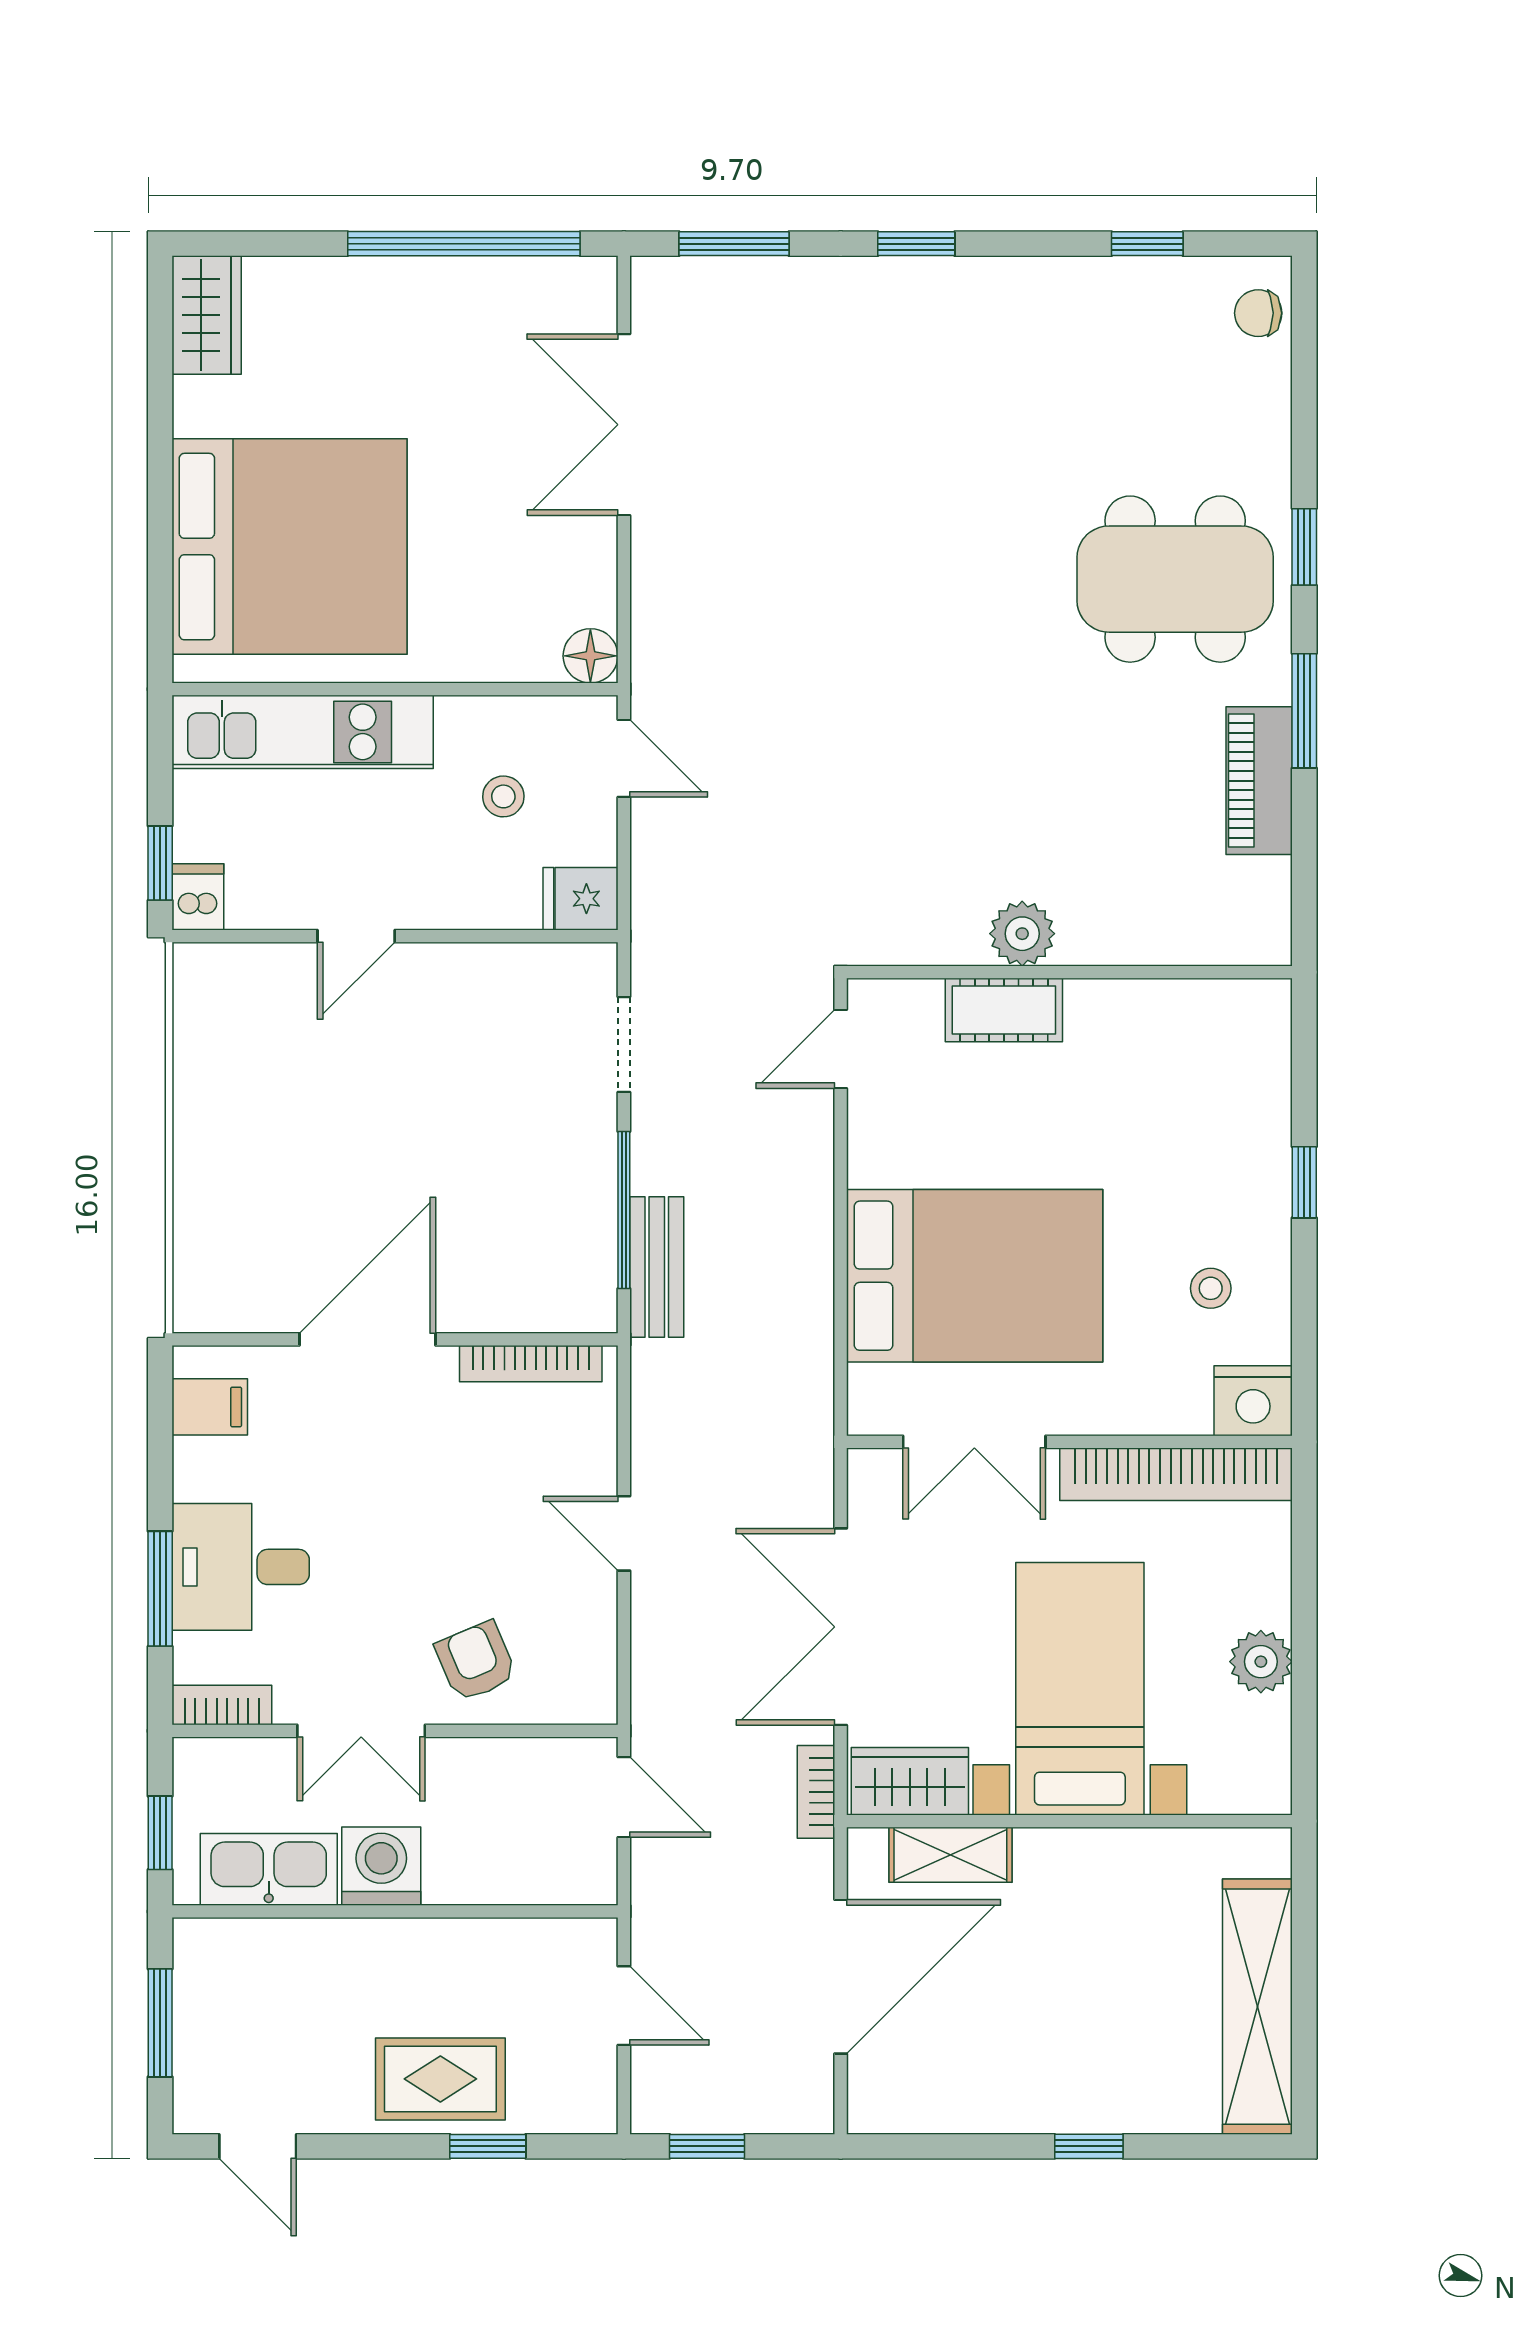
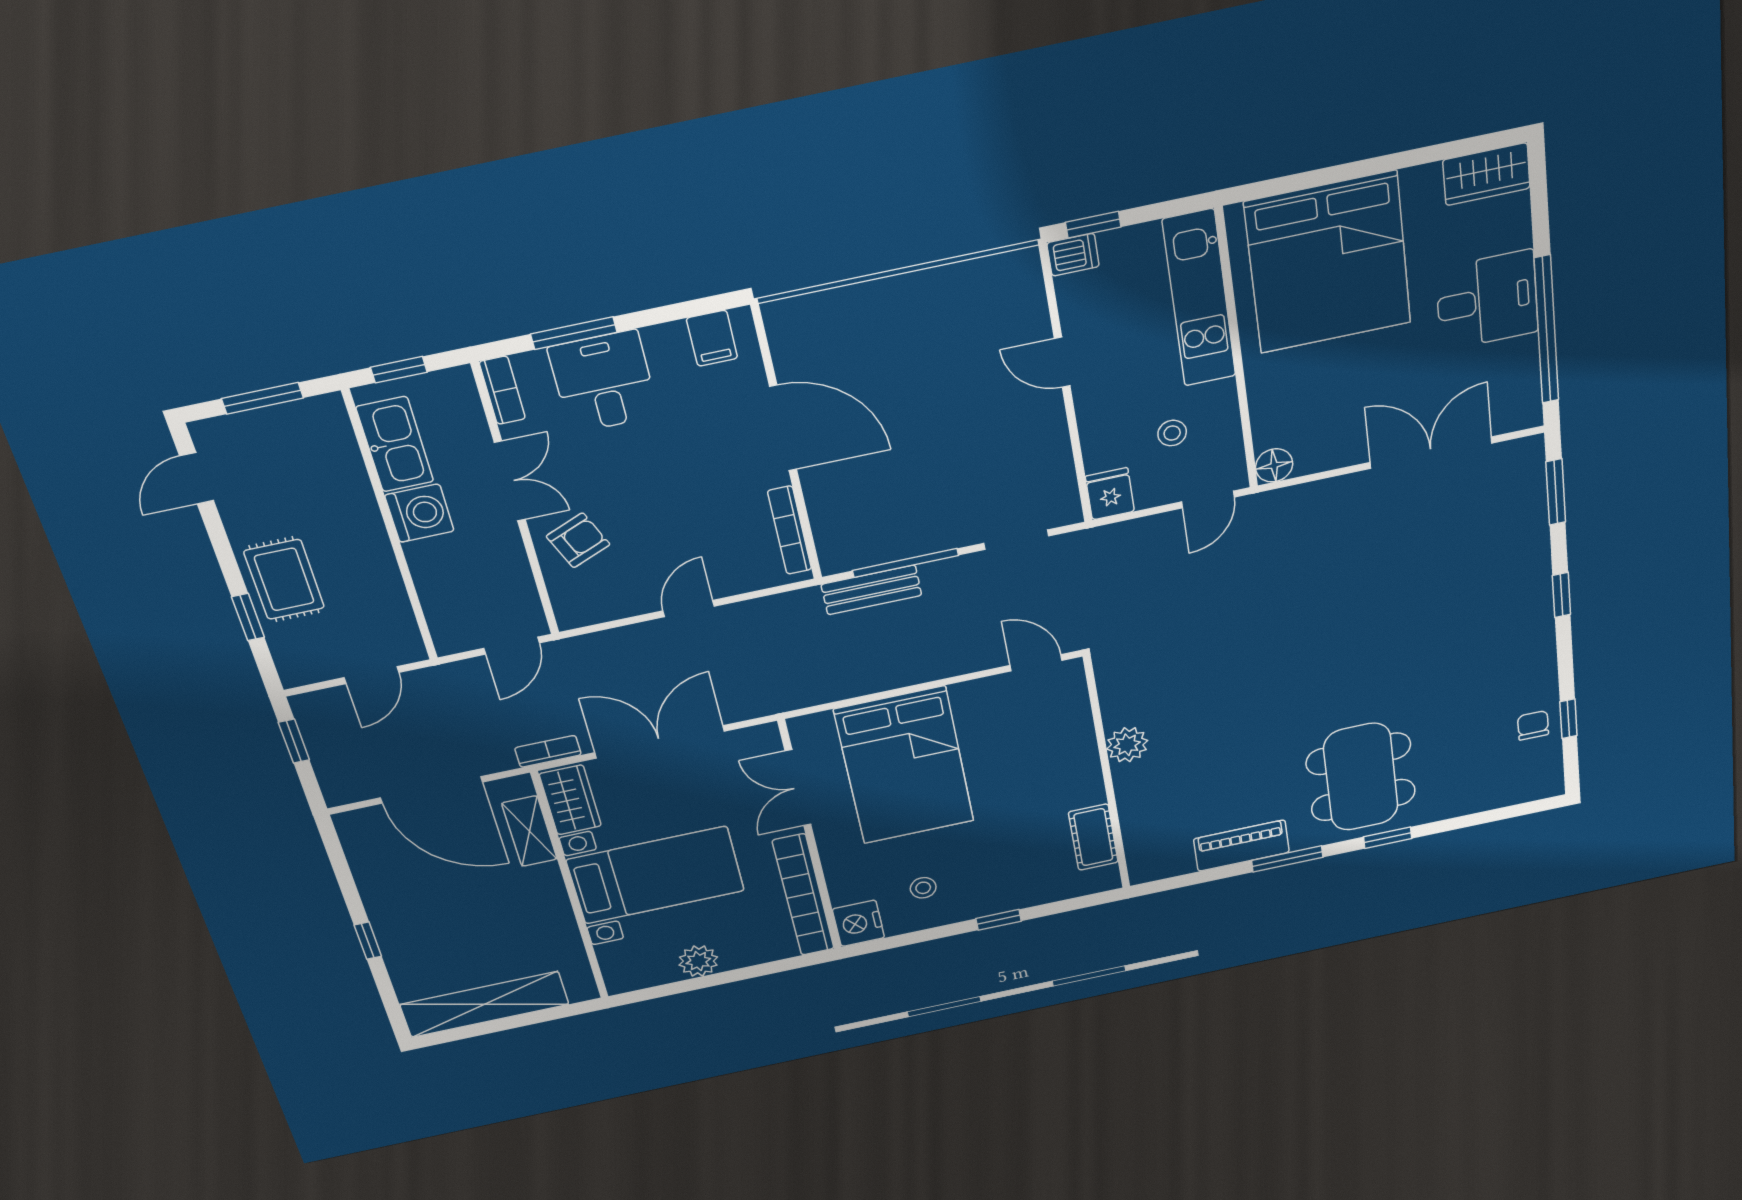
chair: (1258, 313) -> (1533, 725), moved
desk: (398, 326) -> (1487, 300), added
cot: (1004, 1010) -> (1093, 837), moved
double door: (361, 1731) -> (510, 481), swing flipped

